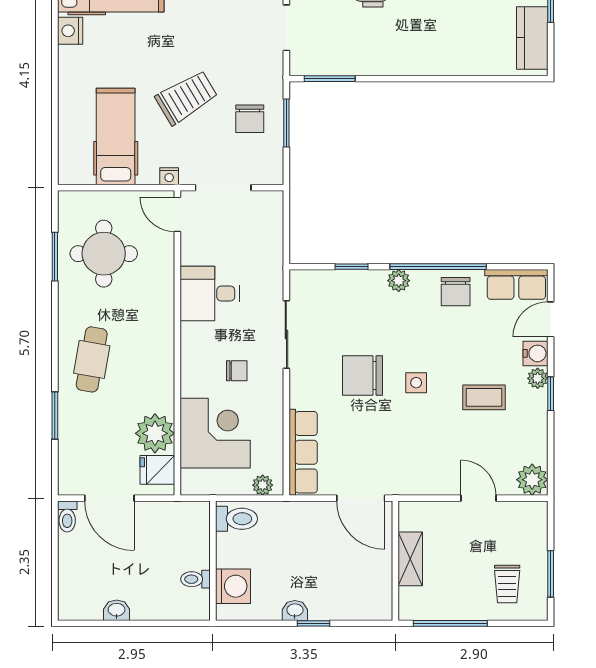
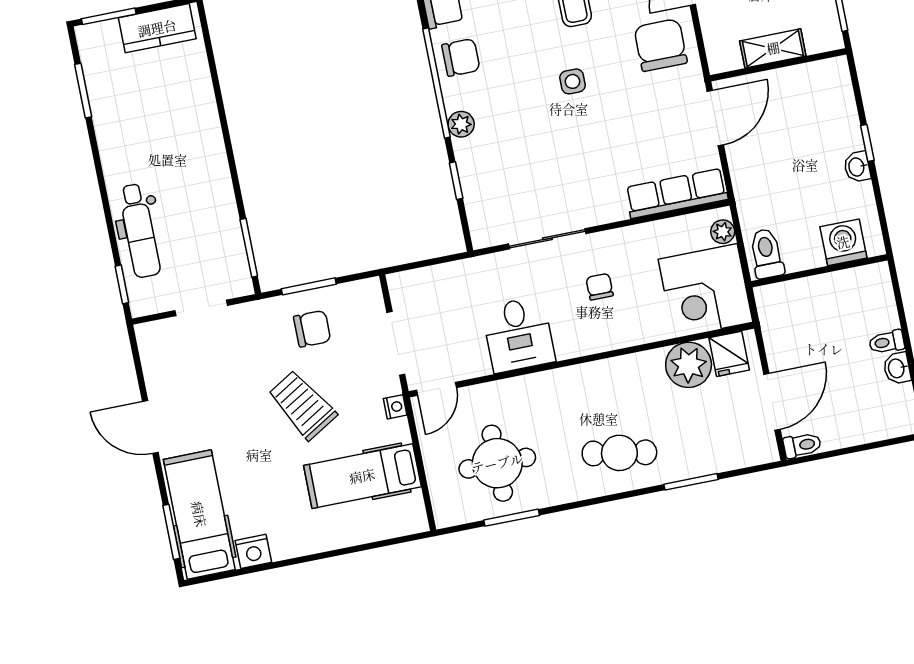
chair: (363, 376) -> (661, 45), moved, turned 180
corner desk: (215, 433) -> (706, 291), moved, turned -90
toilet: (195, 579) -> (887, 342), moved, turned 90

